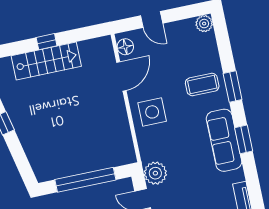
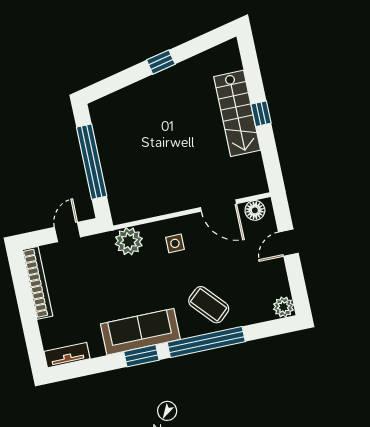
coffee table: (202, 85) -> (209, 305), turned -42
window: (233, 87) -> (206, 342), width x2.11
side table: (152, 112) -> (175, 243), width x0.54, depth x0.54
plant: (155, 173) -> (129, 241), moved

